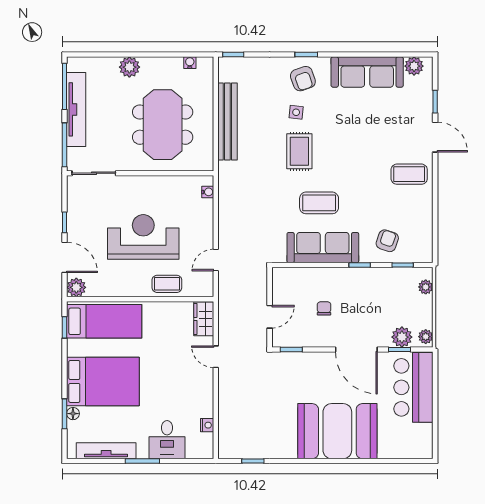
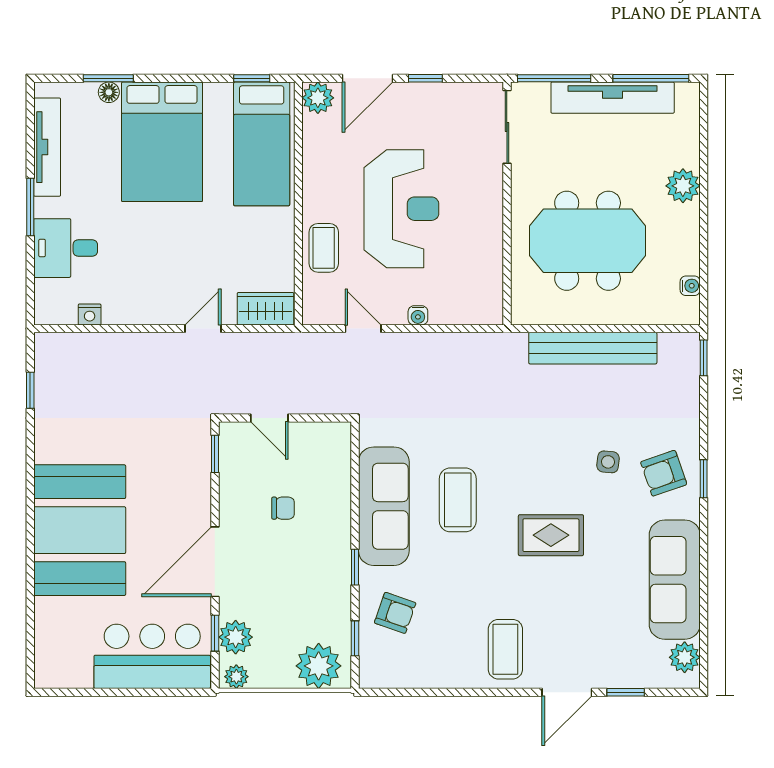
rug: (299, 151) -> (551, 535), moved
water cooler: (208, 192) -> (418, 315), moved
plant: (426, 287) -> (319, 666), width x1.87, depth x1.87

